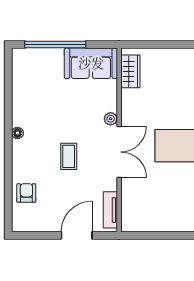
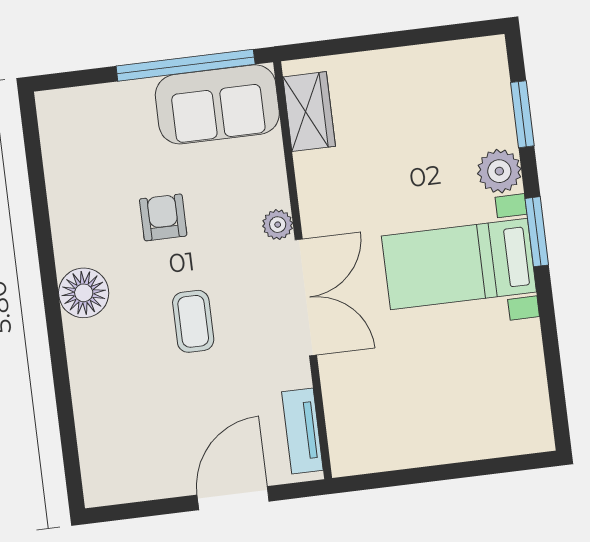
window: (55, 45) -> (186, 65), moved
floor lamp: (17, 133) -> (84, 293), width x1.89, depth x1.89
armchair: (26, 193) -> (163, 217), moved

